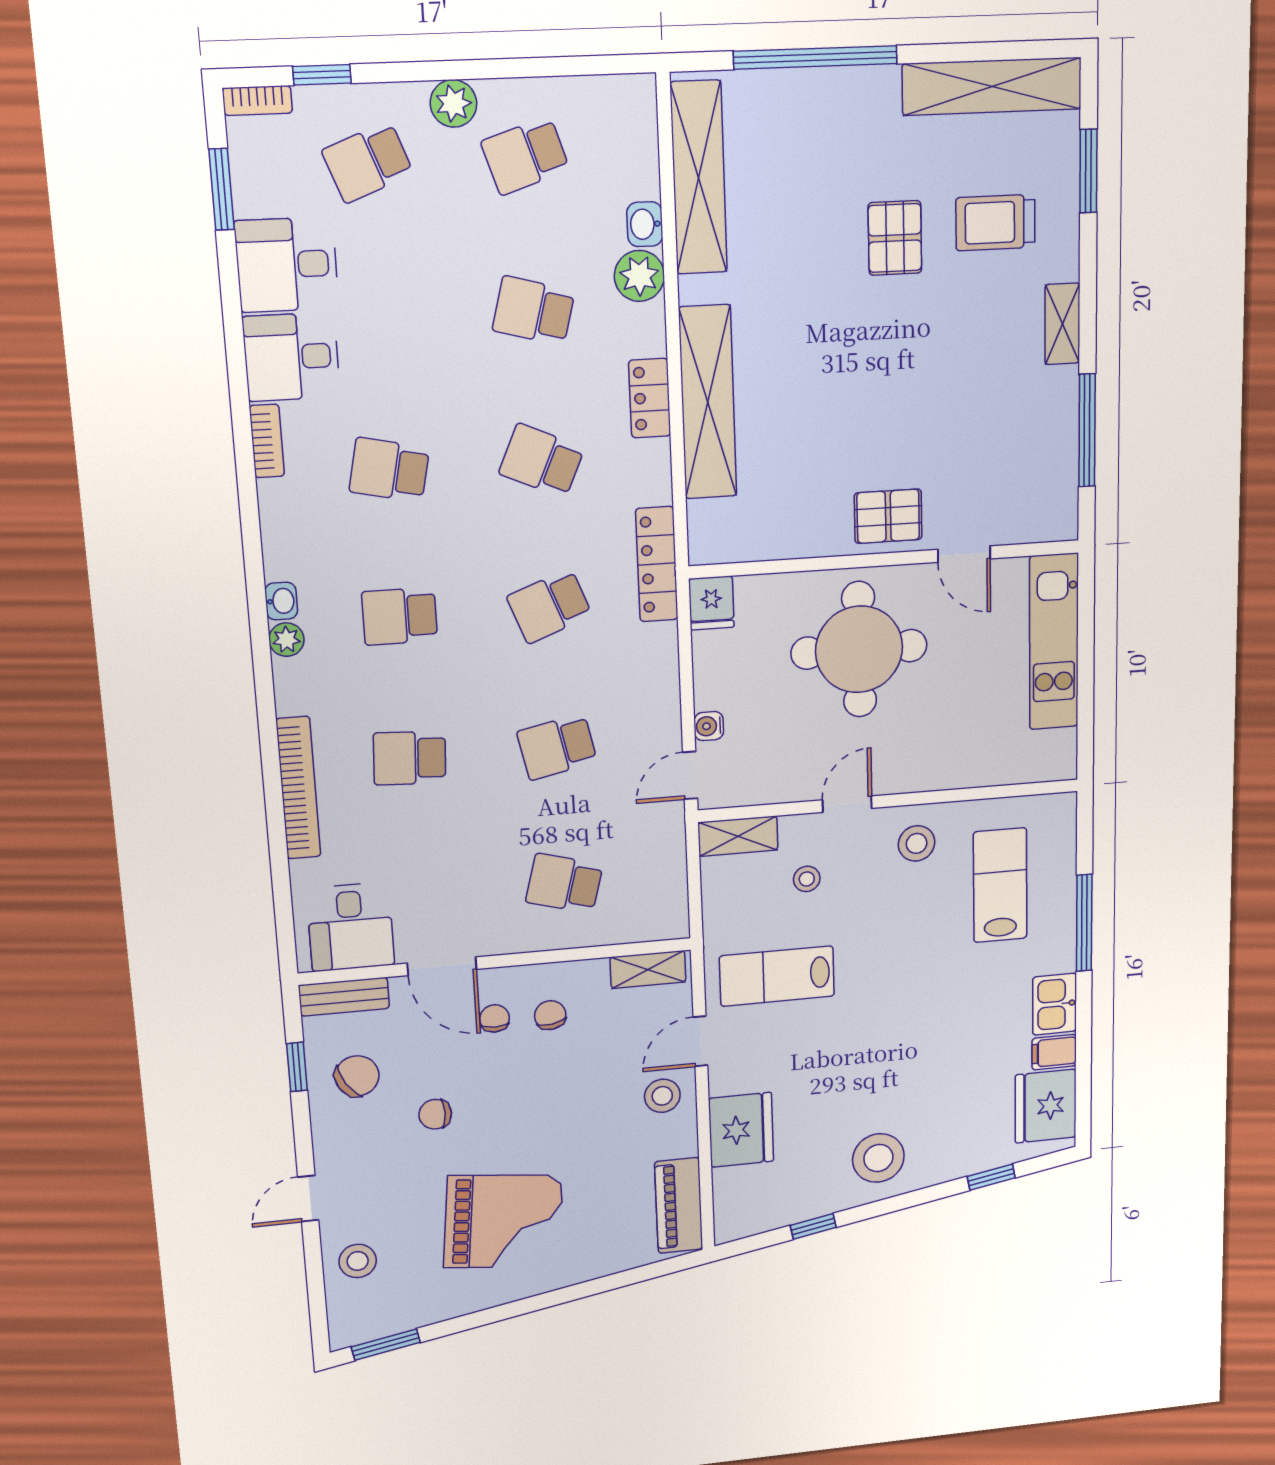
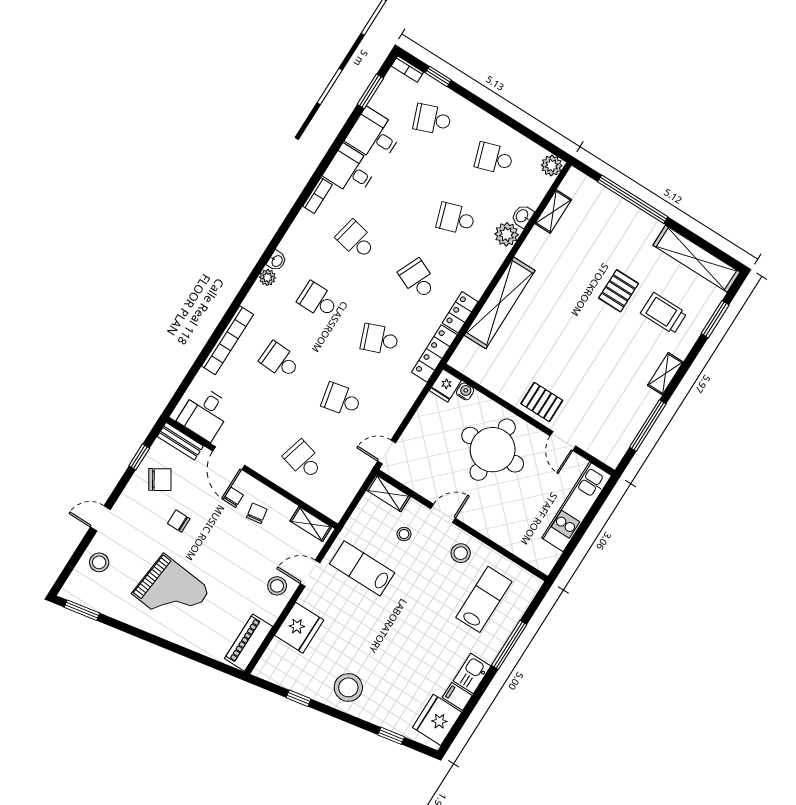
plant: (453, 103) -> (552, 166), moved
shelving: (699, 178) -> (553, 211), width x0.45, depth x0.75
school desk: (534, 311) -> (456, 219), turned -33
locker: (650, 398) -> (460, 312), moved
water cooler: (709, 726) -> (465, 391), moved, turned 90

